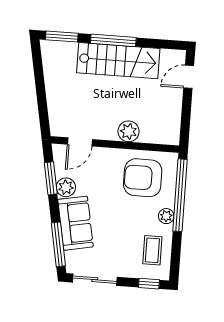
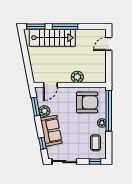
stairs: (118, 61) -> (52, 38), moved
armchair: (143, 178) -> (87, 102), turned 180
window: (58, 244) -> (42, 143), width x0.46

